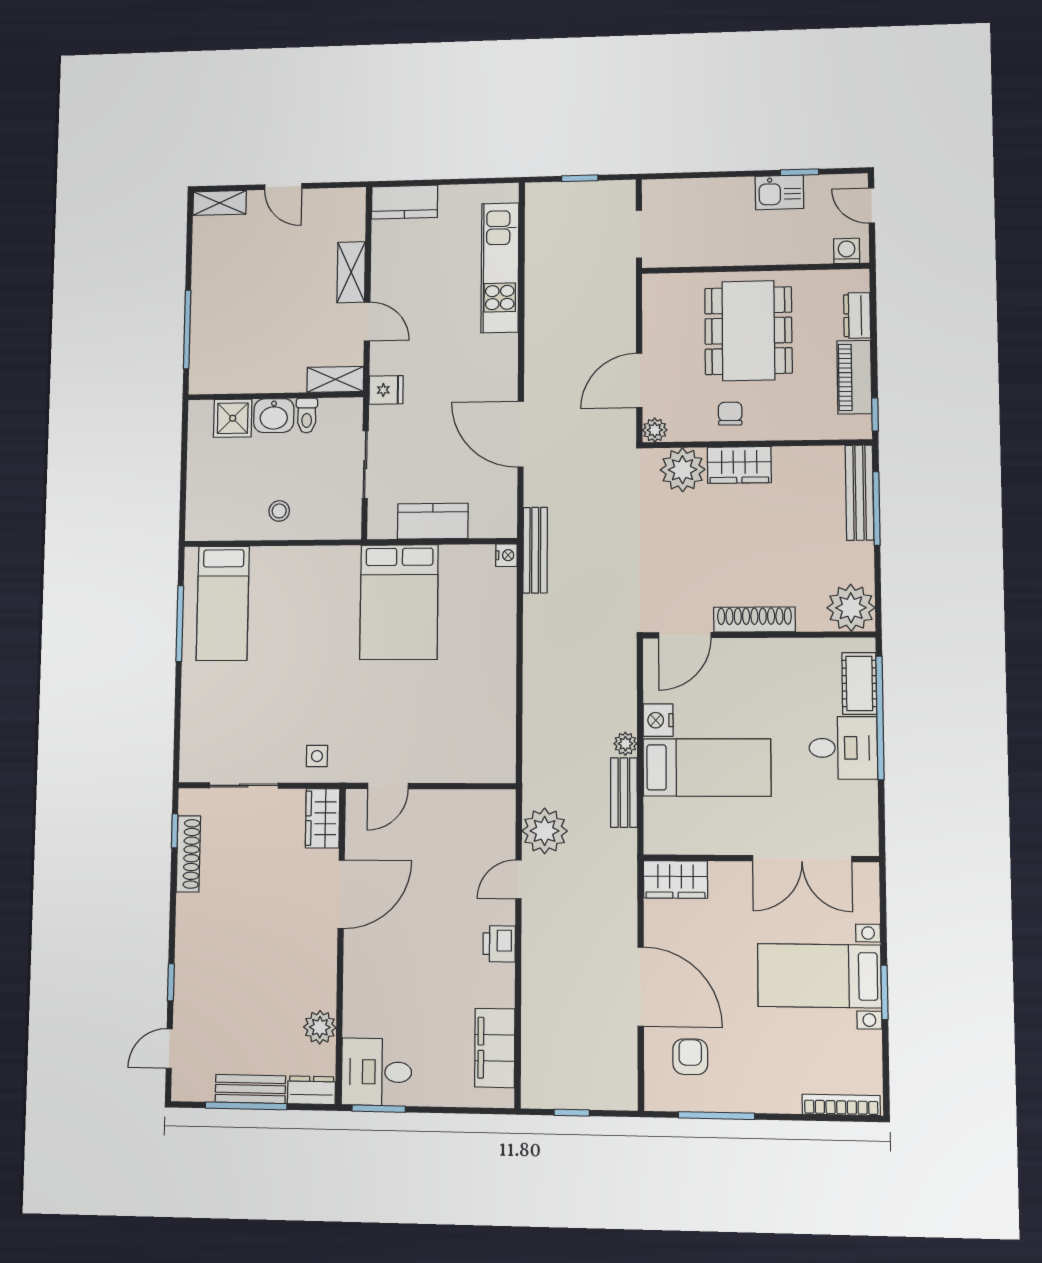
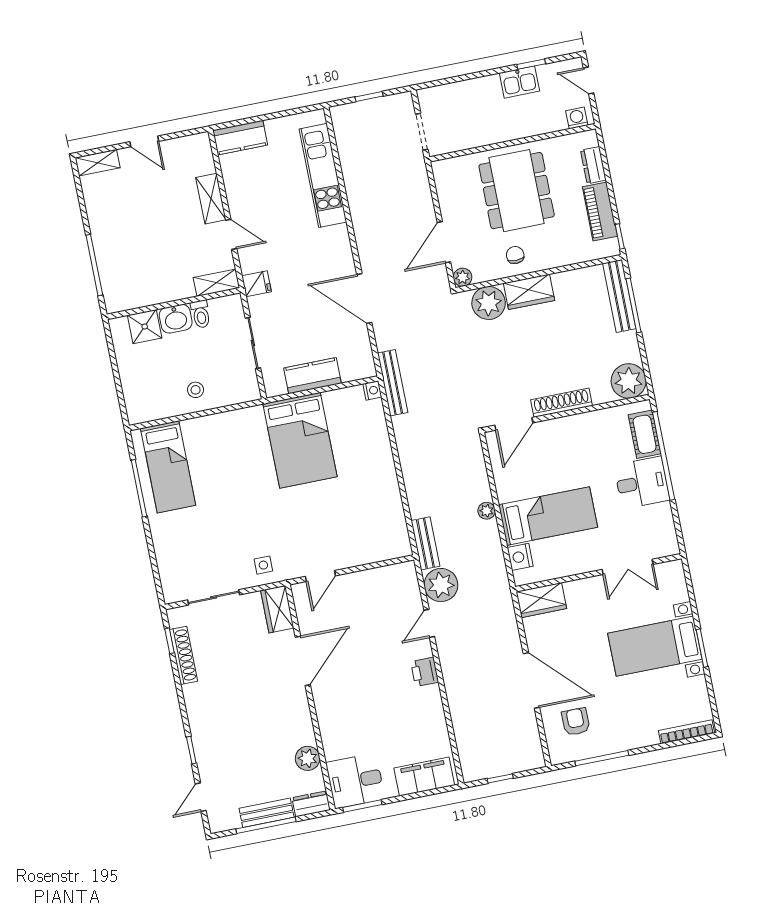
nightstand: (658, 720) -> (520, 557), moved
bench: (624, 793) -> (425, 543), moved
double door: (802, 859) -> (628, 567), width x0.73
filing cabinet: (495, 1048) -> (424, 777), moved, turned 90

